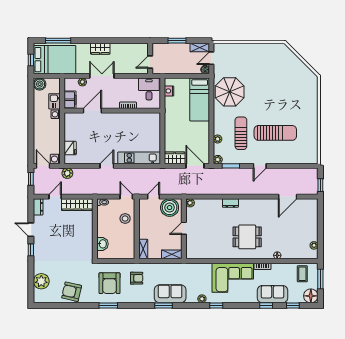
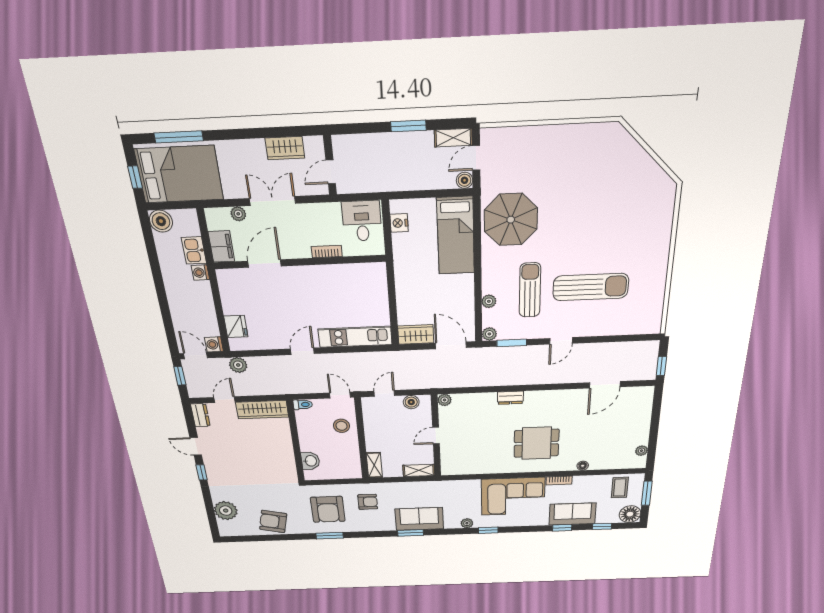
wardrobe: (100, 49) -> (285, 148), moved
wall: (150, 58) -> (330, 165), moved
door: (150, 62) -> (331, 172), moved
boiler: (170, 208) -> (411, 402), width x0.54, depth x0.54

